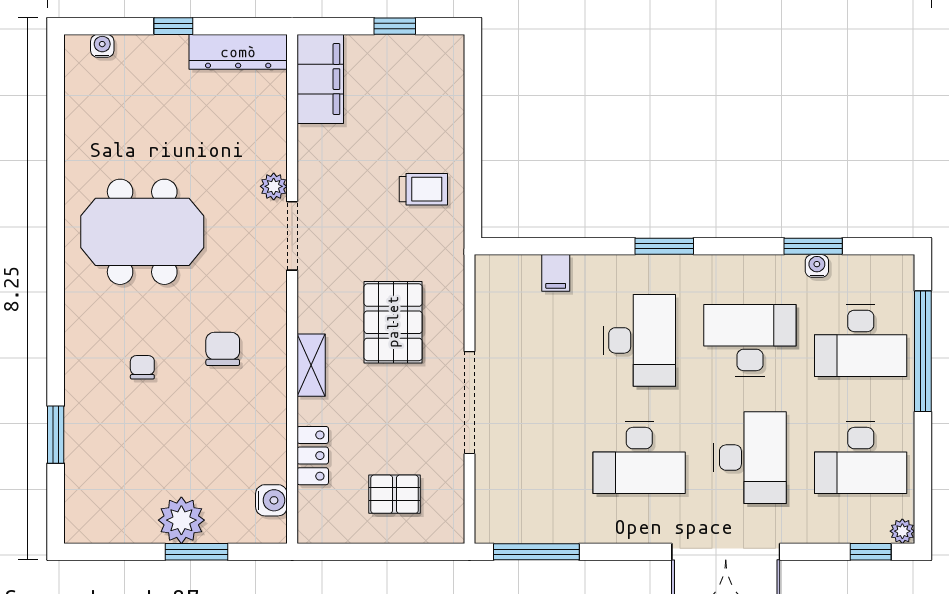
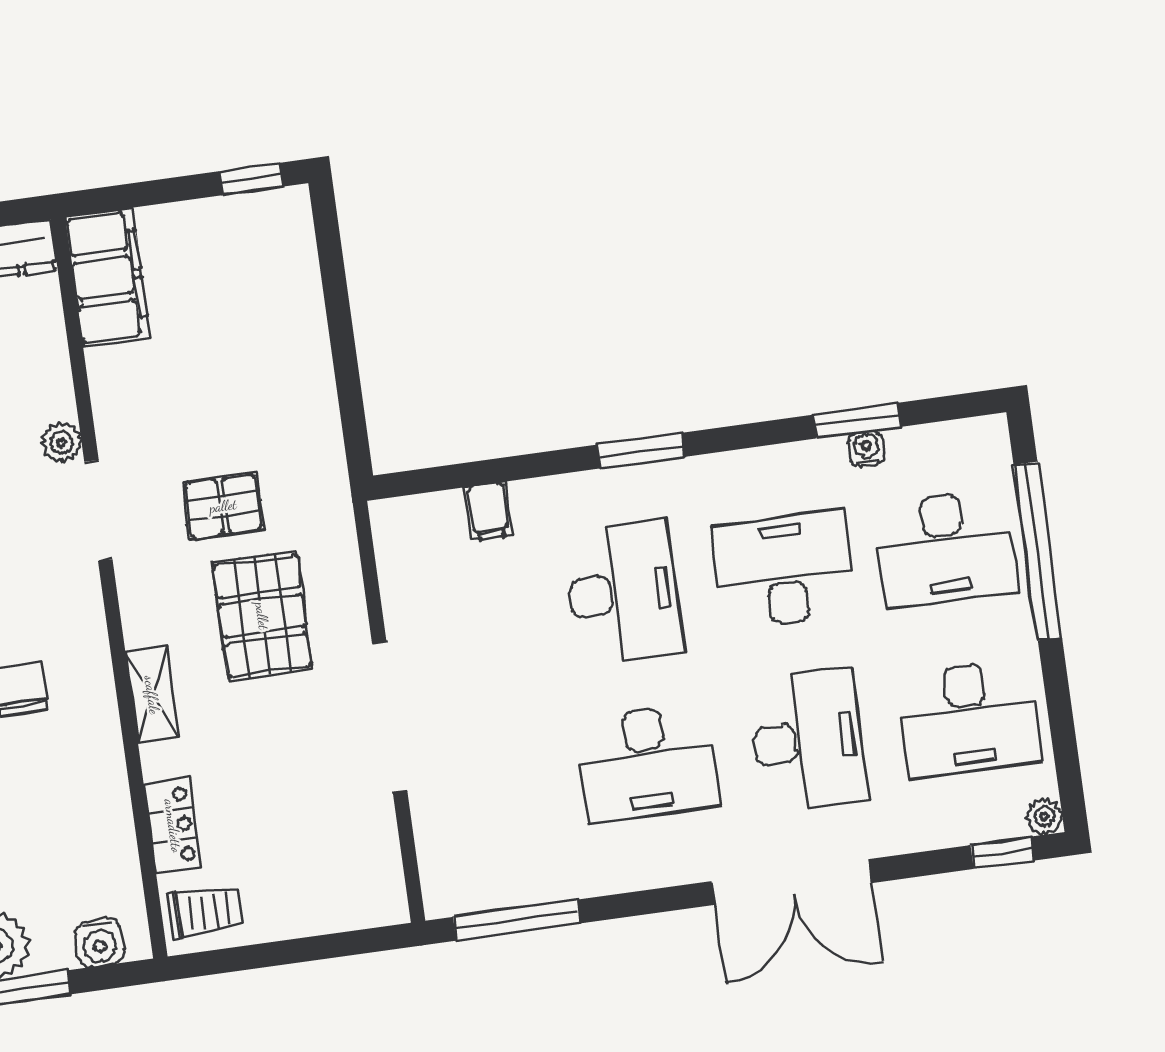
window: (395, 26) -> (251, 179), moved
trolley: (423, 189) -> (205, 912), moved
pallet: (395, 494) -> (223, 506), moved
water cooler: (271, 500) -> (100, 943), moved, turned 90

